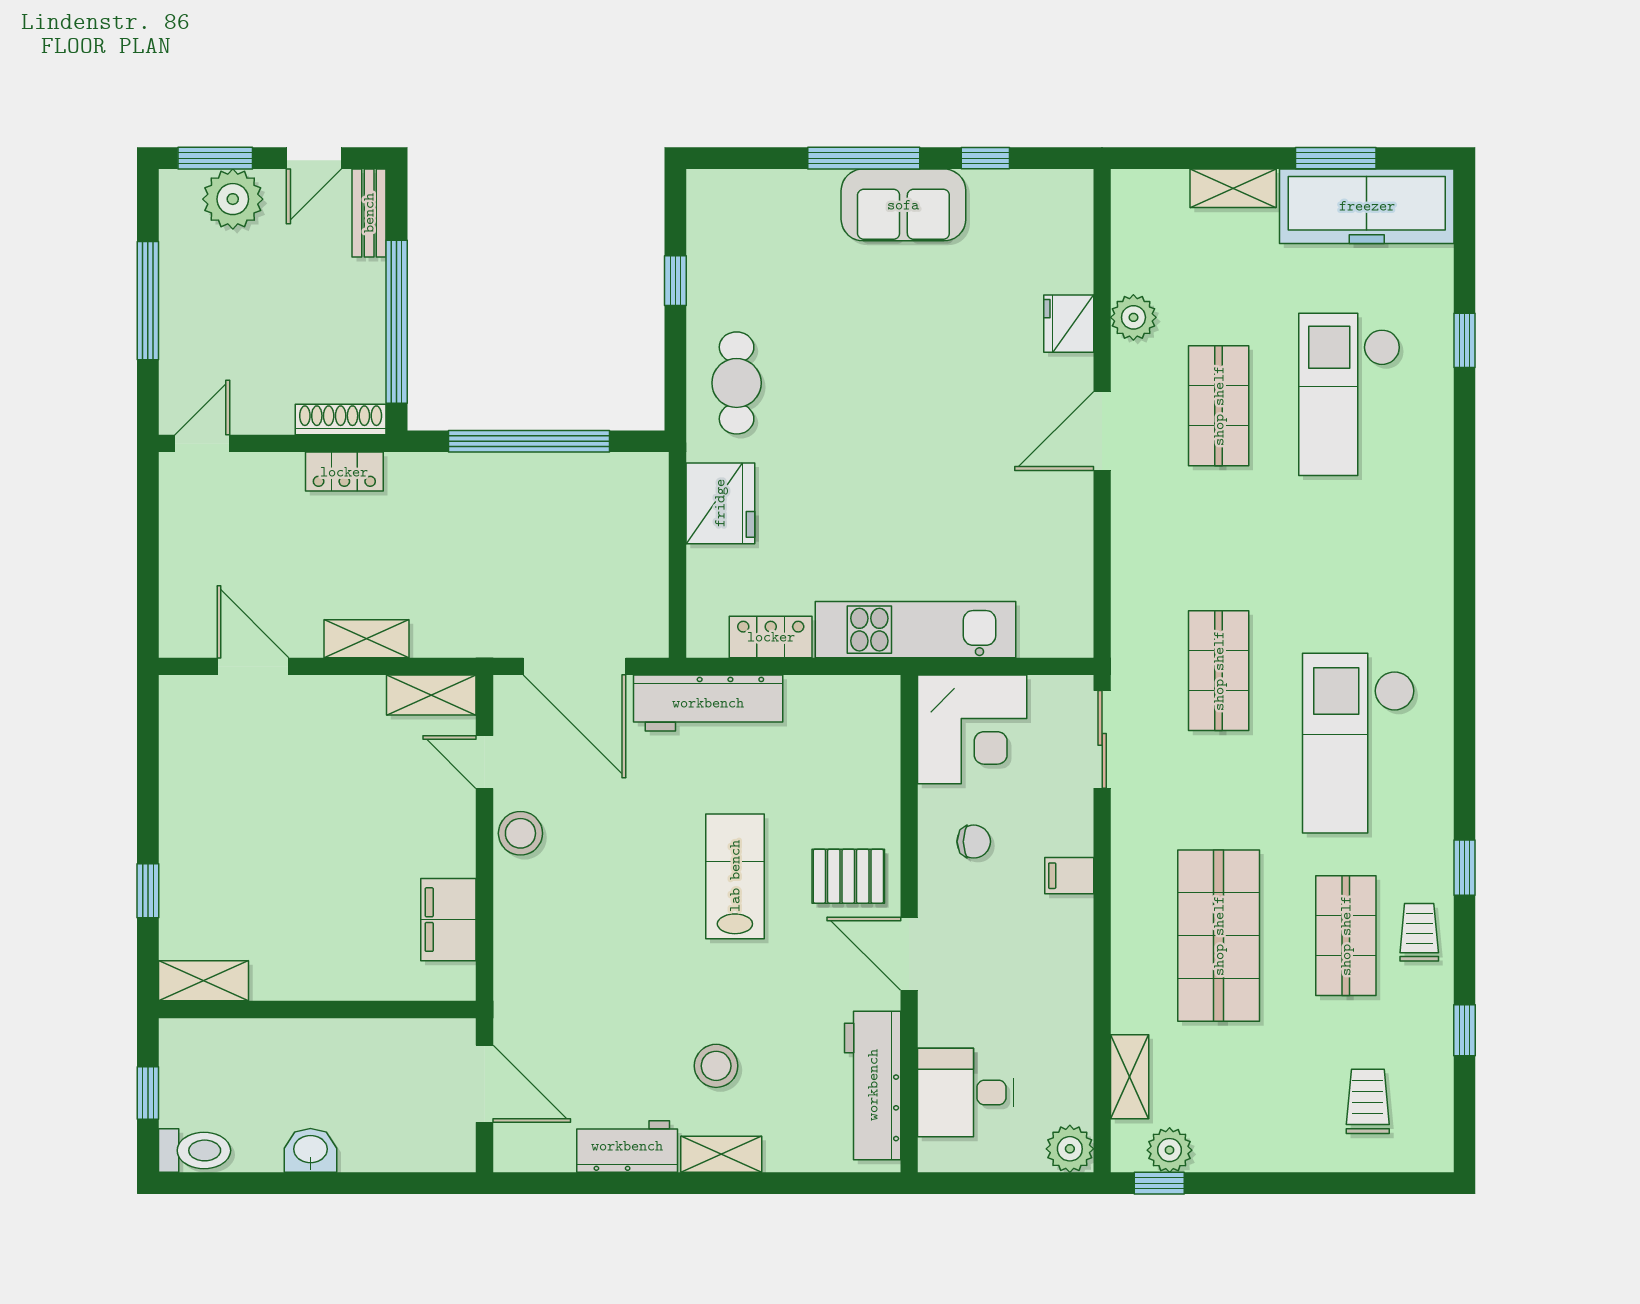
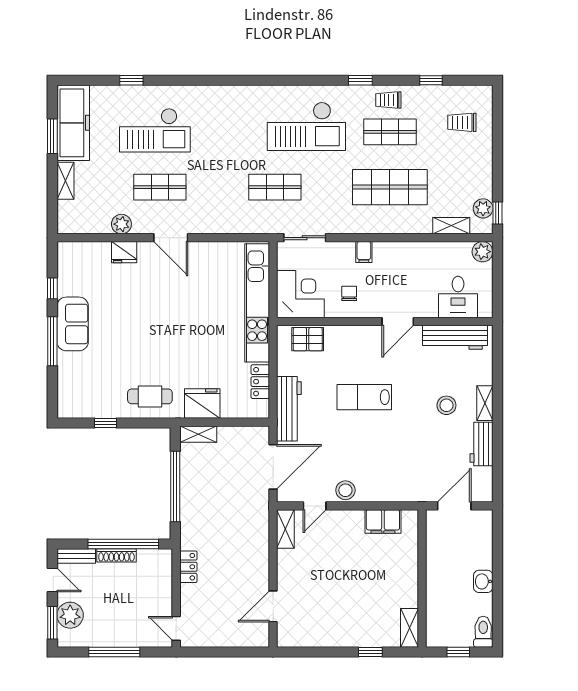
shoe rack: (341, 419) -> (116, 555), moved, turned -90
kitchen unit: (915, 630) -> (257, 303), width x1.36
shelving: (367, 639) -> (198, 434), moved, turned 90
pallet: (848, 876) -> (308, 339), moved, turned 90

